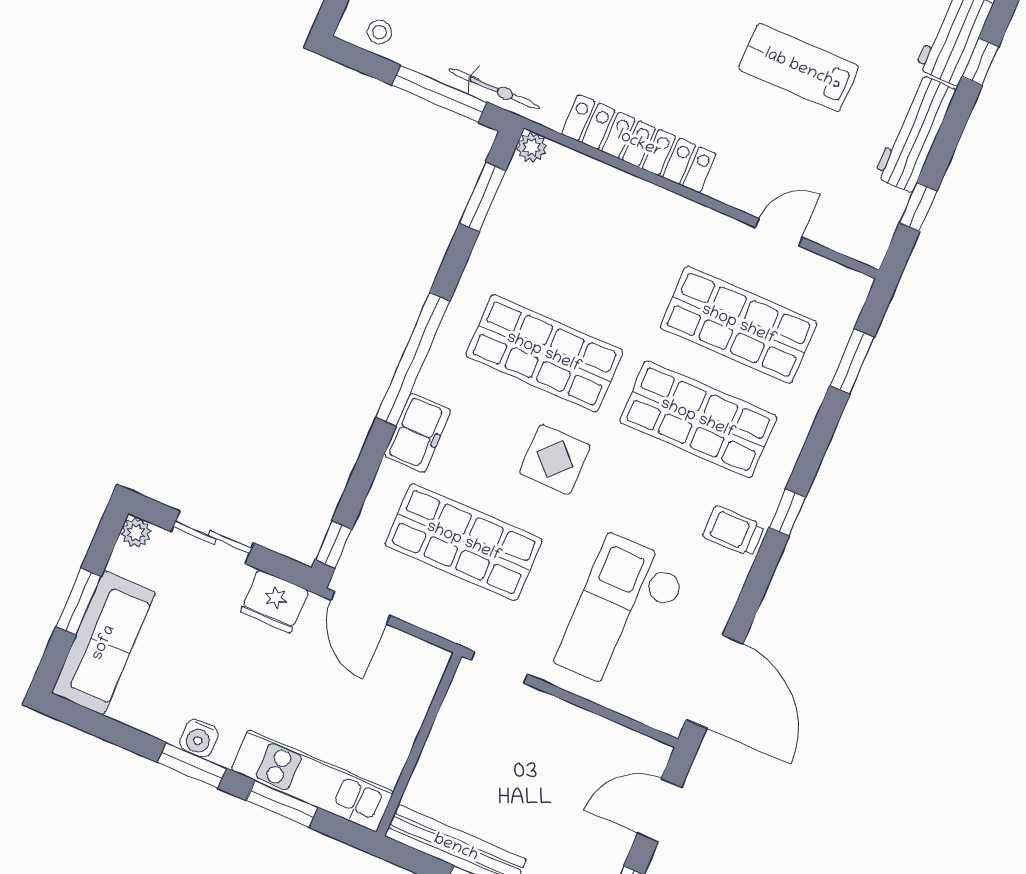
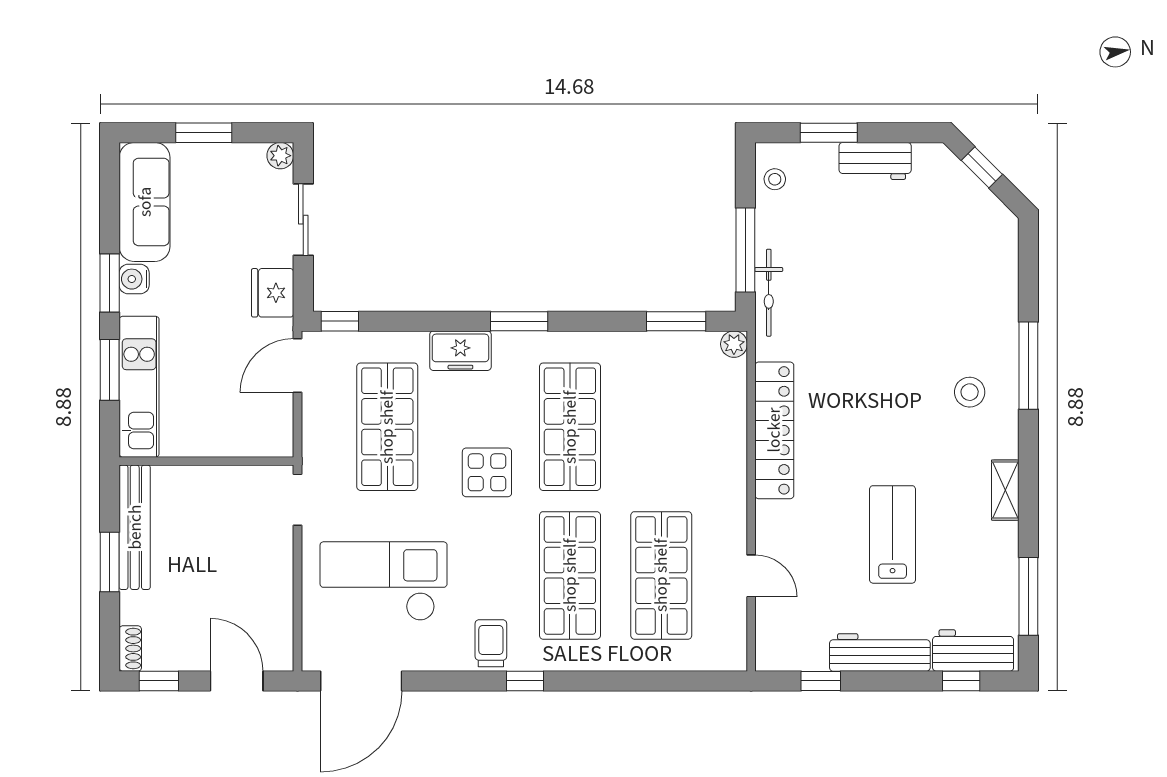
window: (413, 359) -> (519, 321), width x0.47
window: (852, 361) -> (671, 681), removed
sofa: (104, 643) -> (145, 202), moved, turned -90

